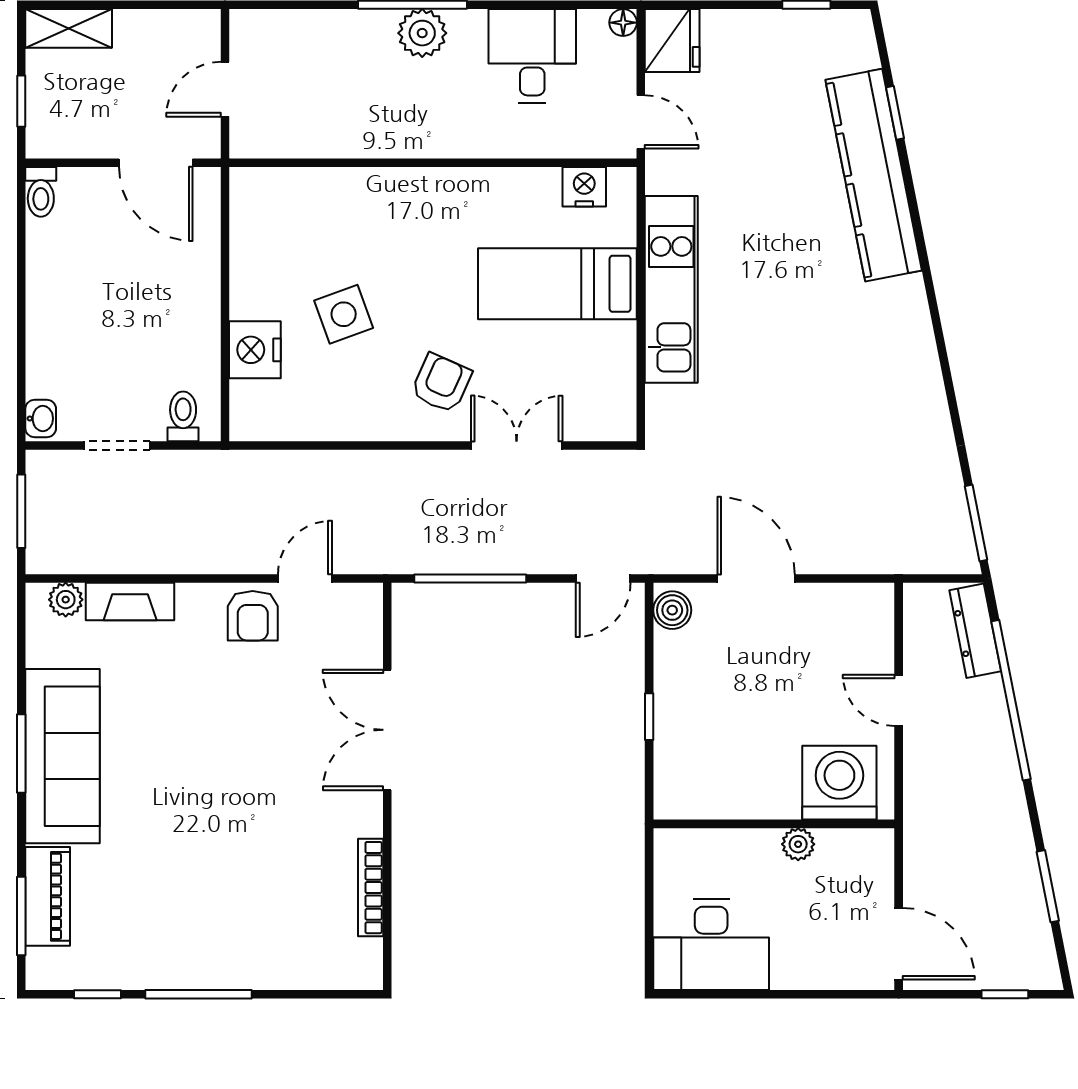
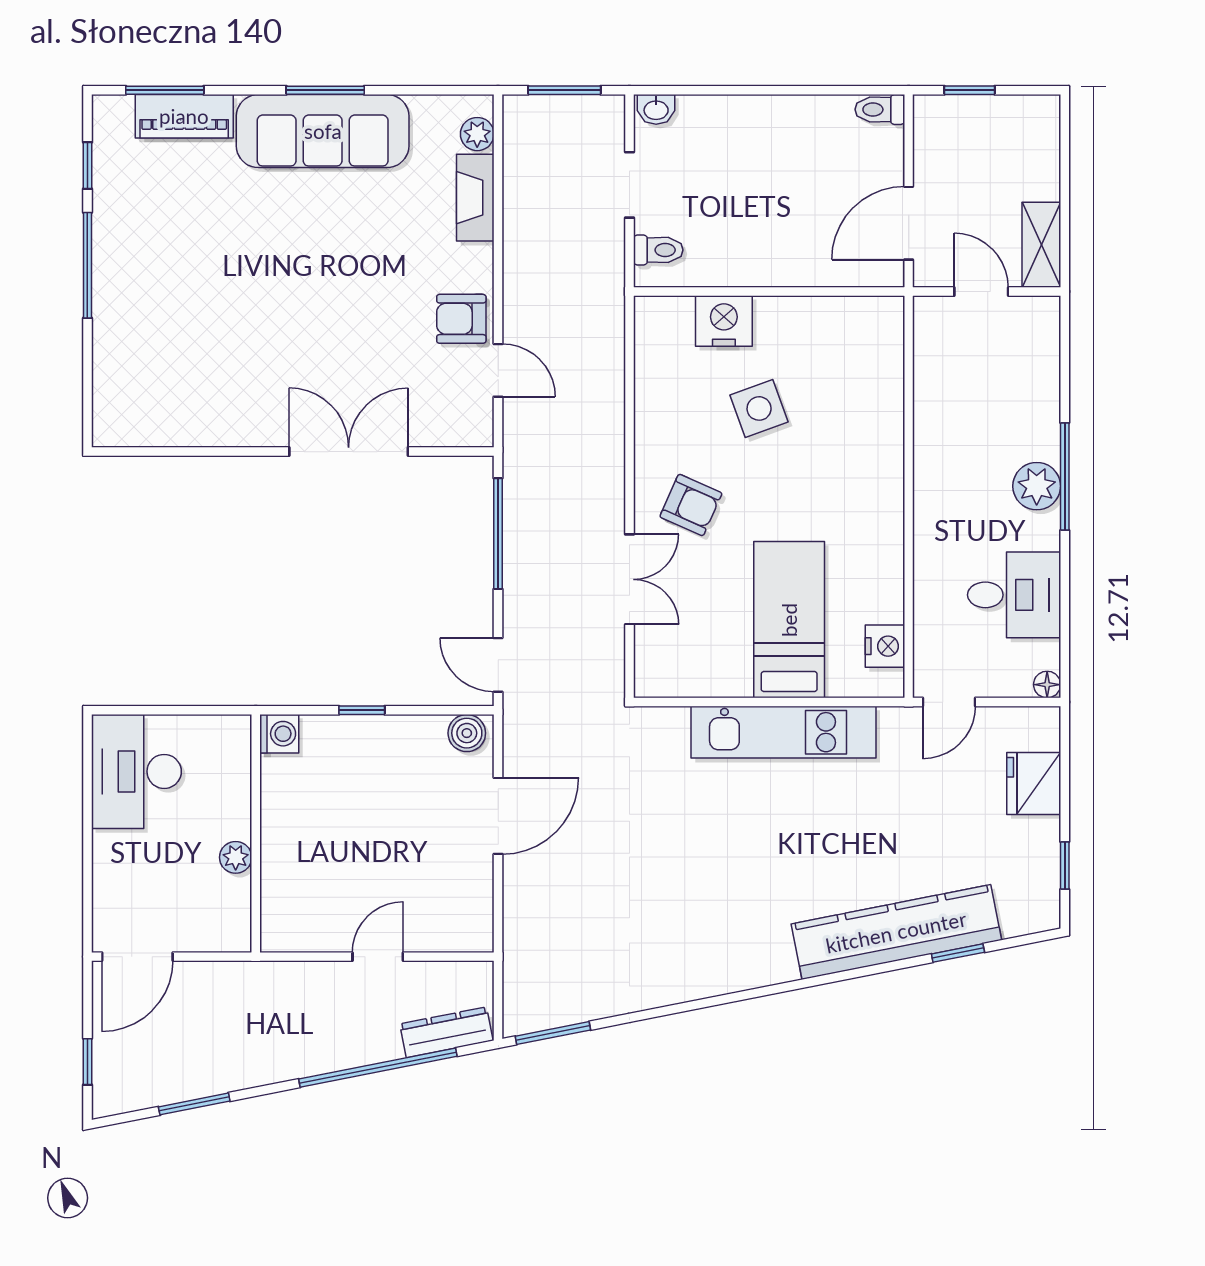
shelving: (69, 28) -> (1041, 245), moved
fridge: (672, 40) -> (1034, 783), moved, turned 90
washing machine: (839, 783) -> (279, 734), moved, width x0.53, depth x0.53
bookcase: (371, 888) -> (193, 435), removed

